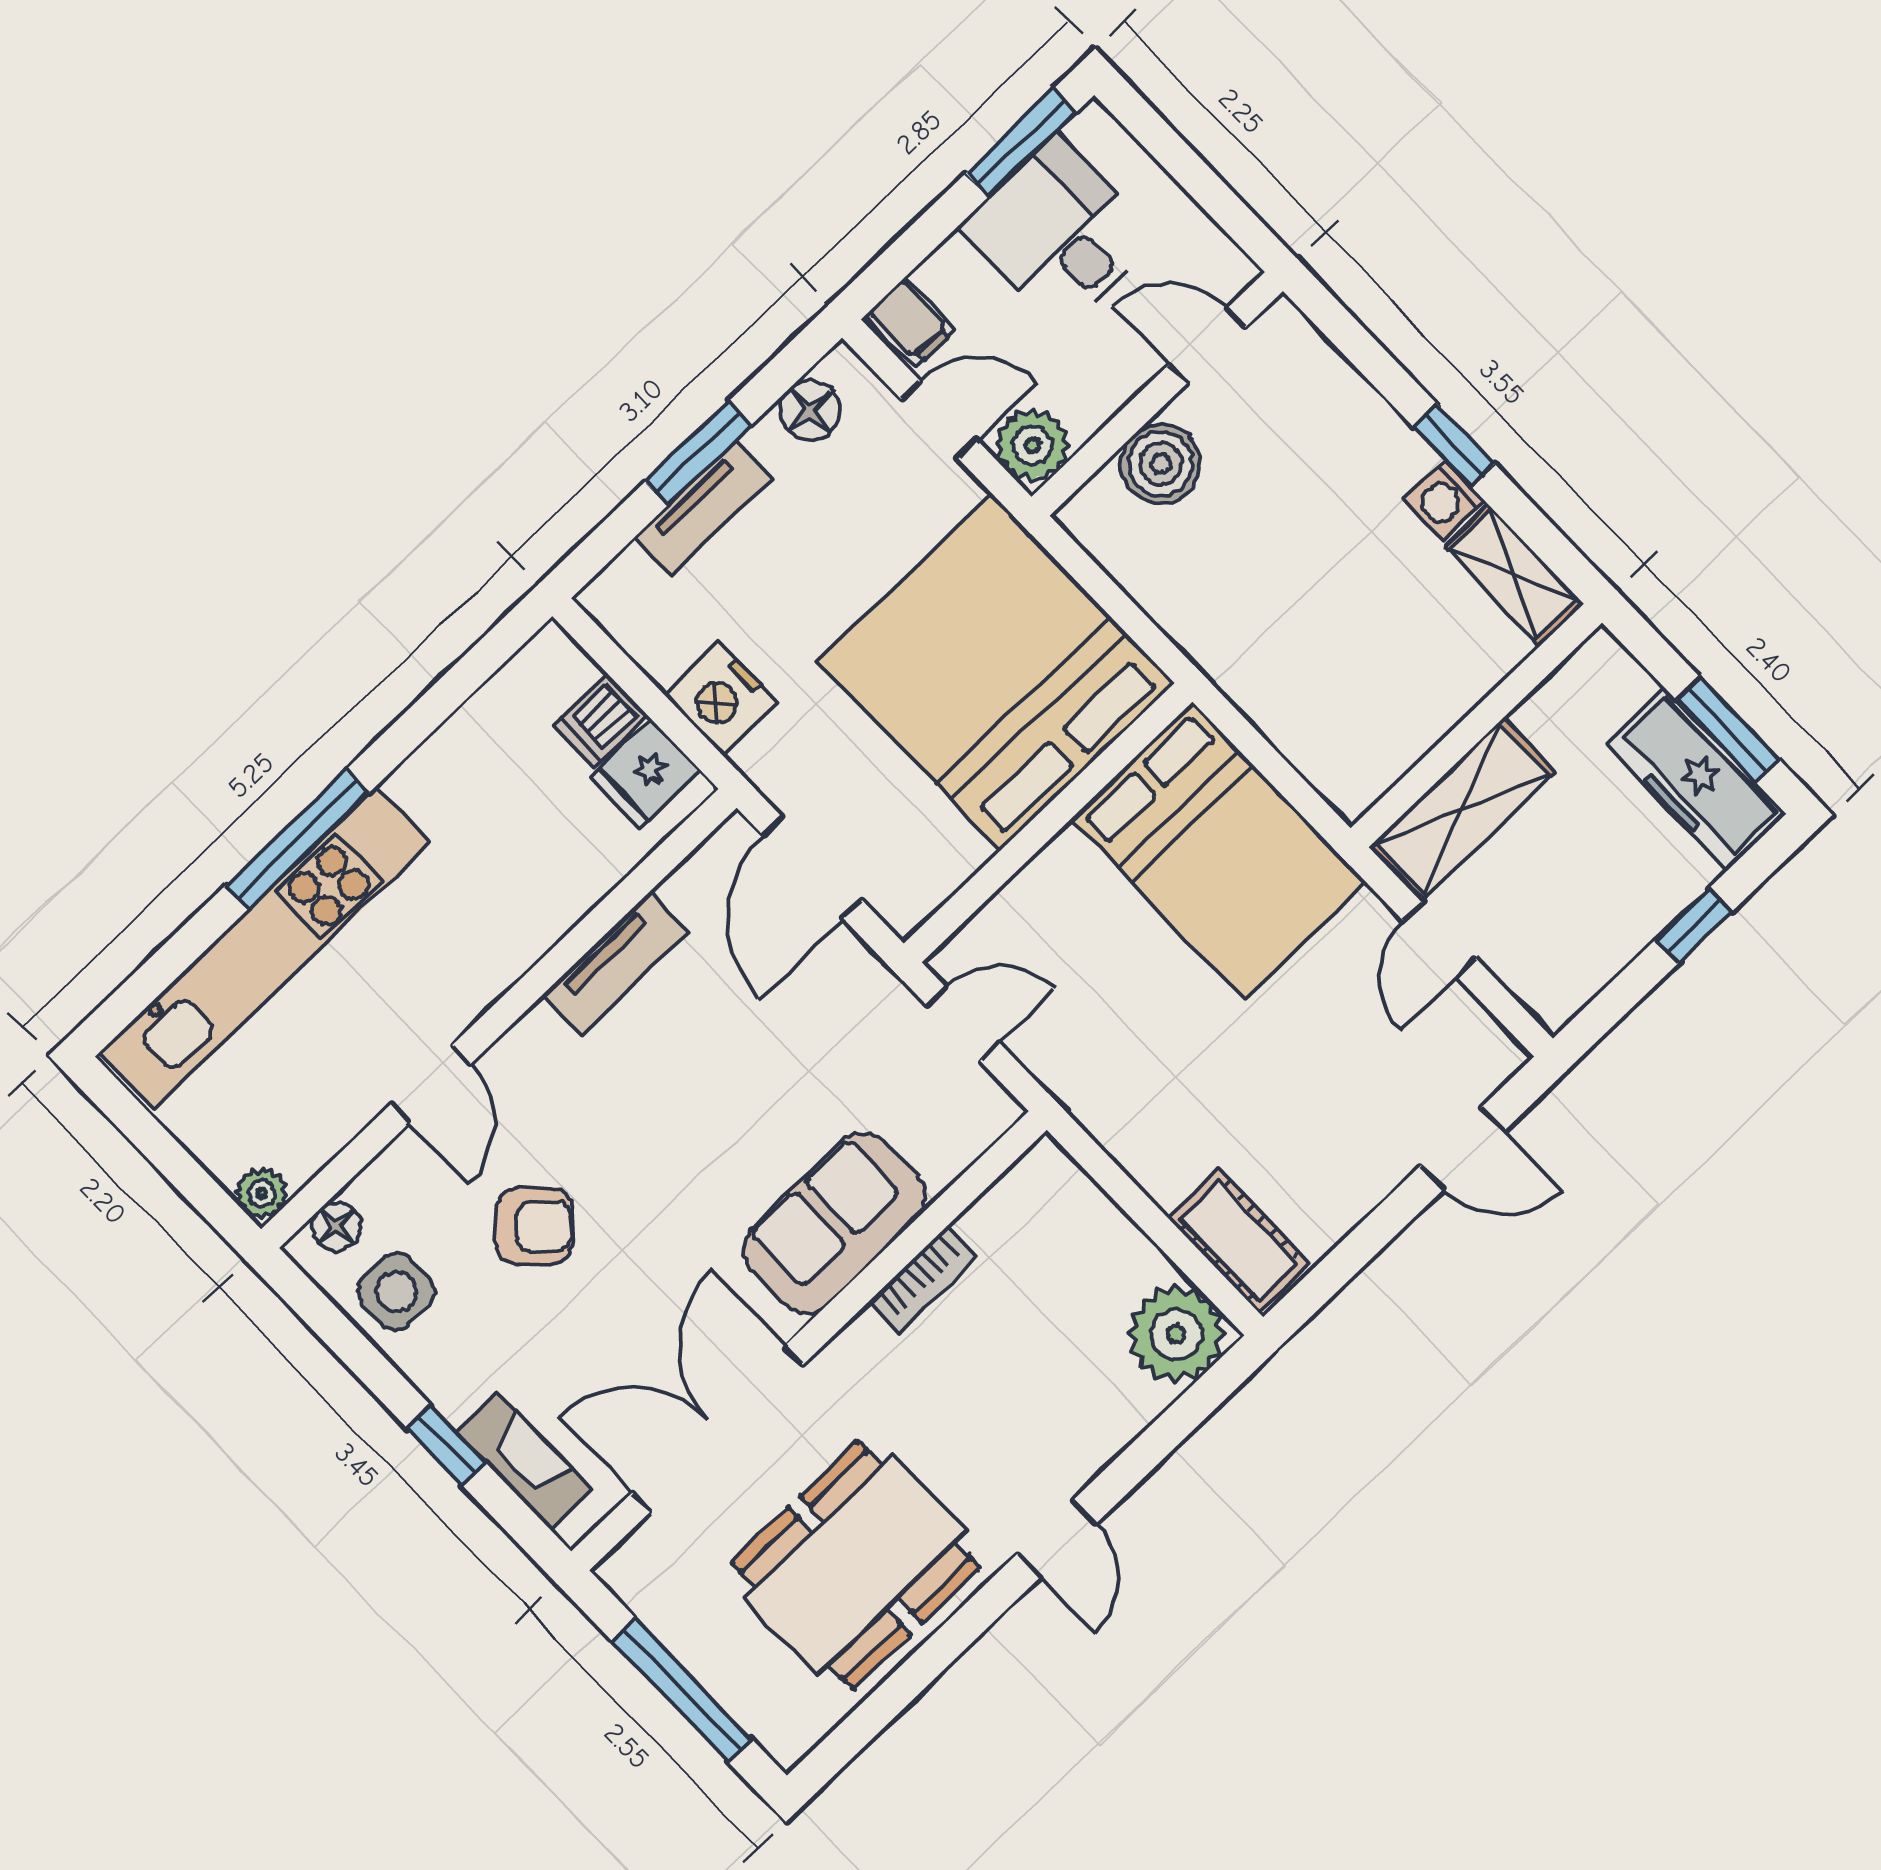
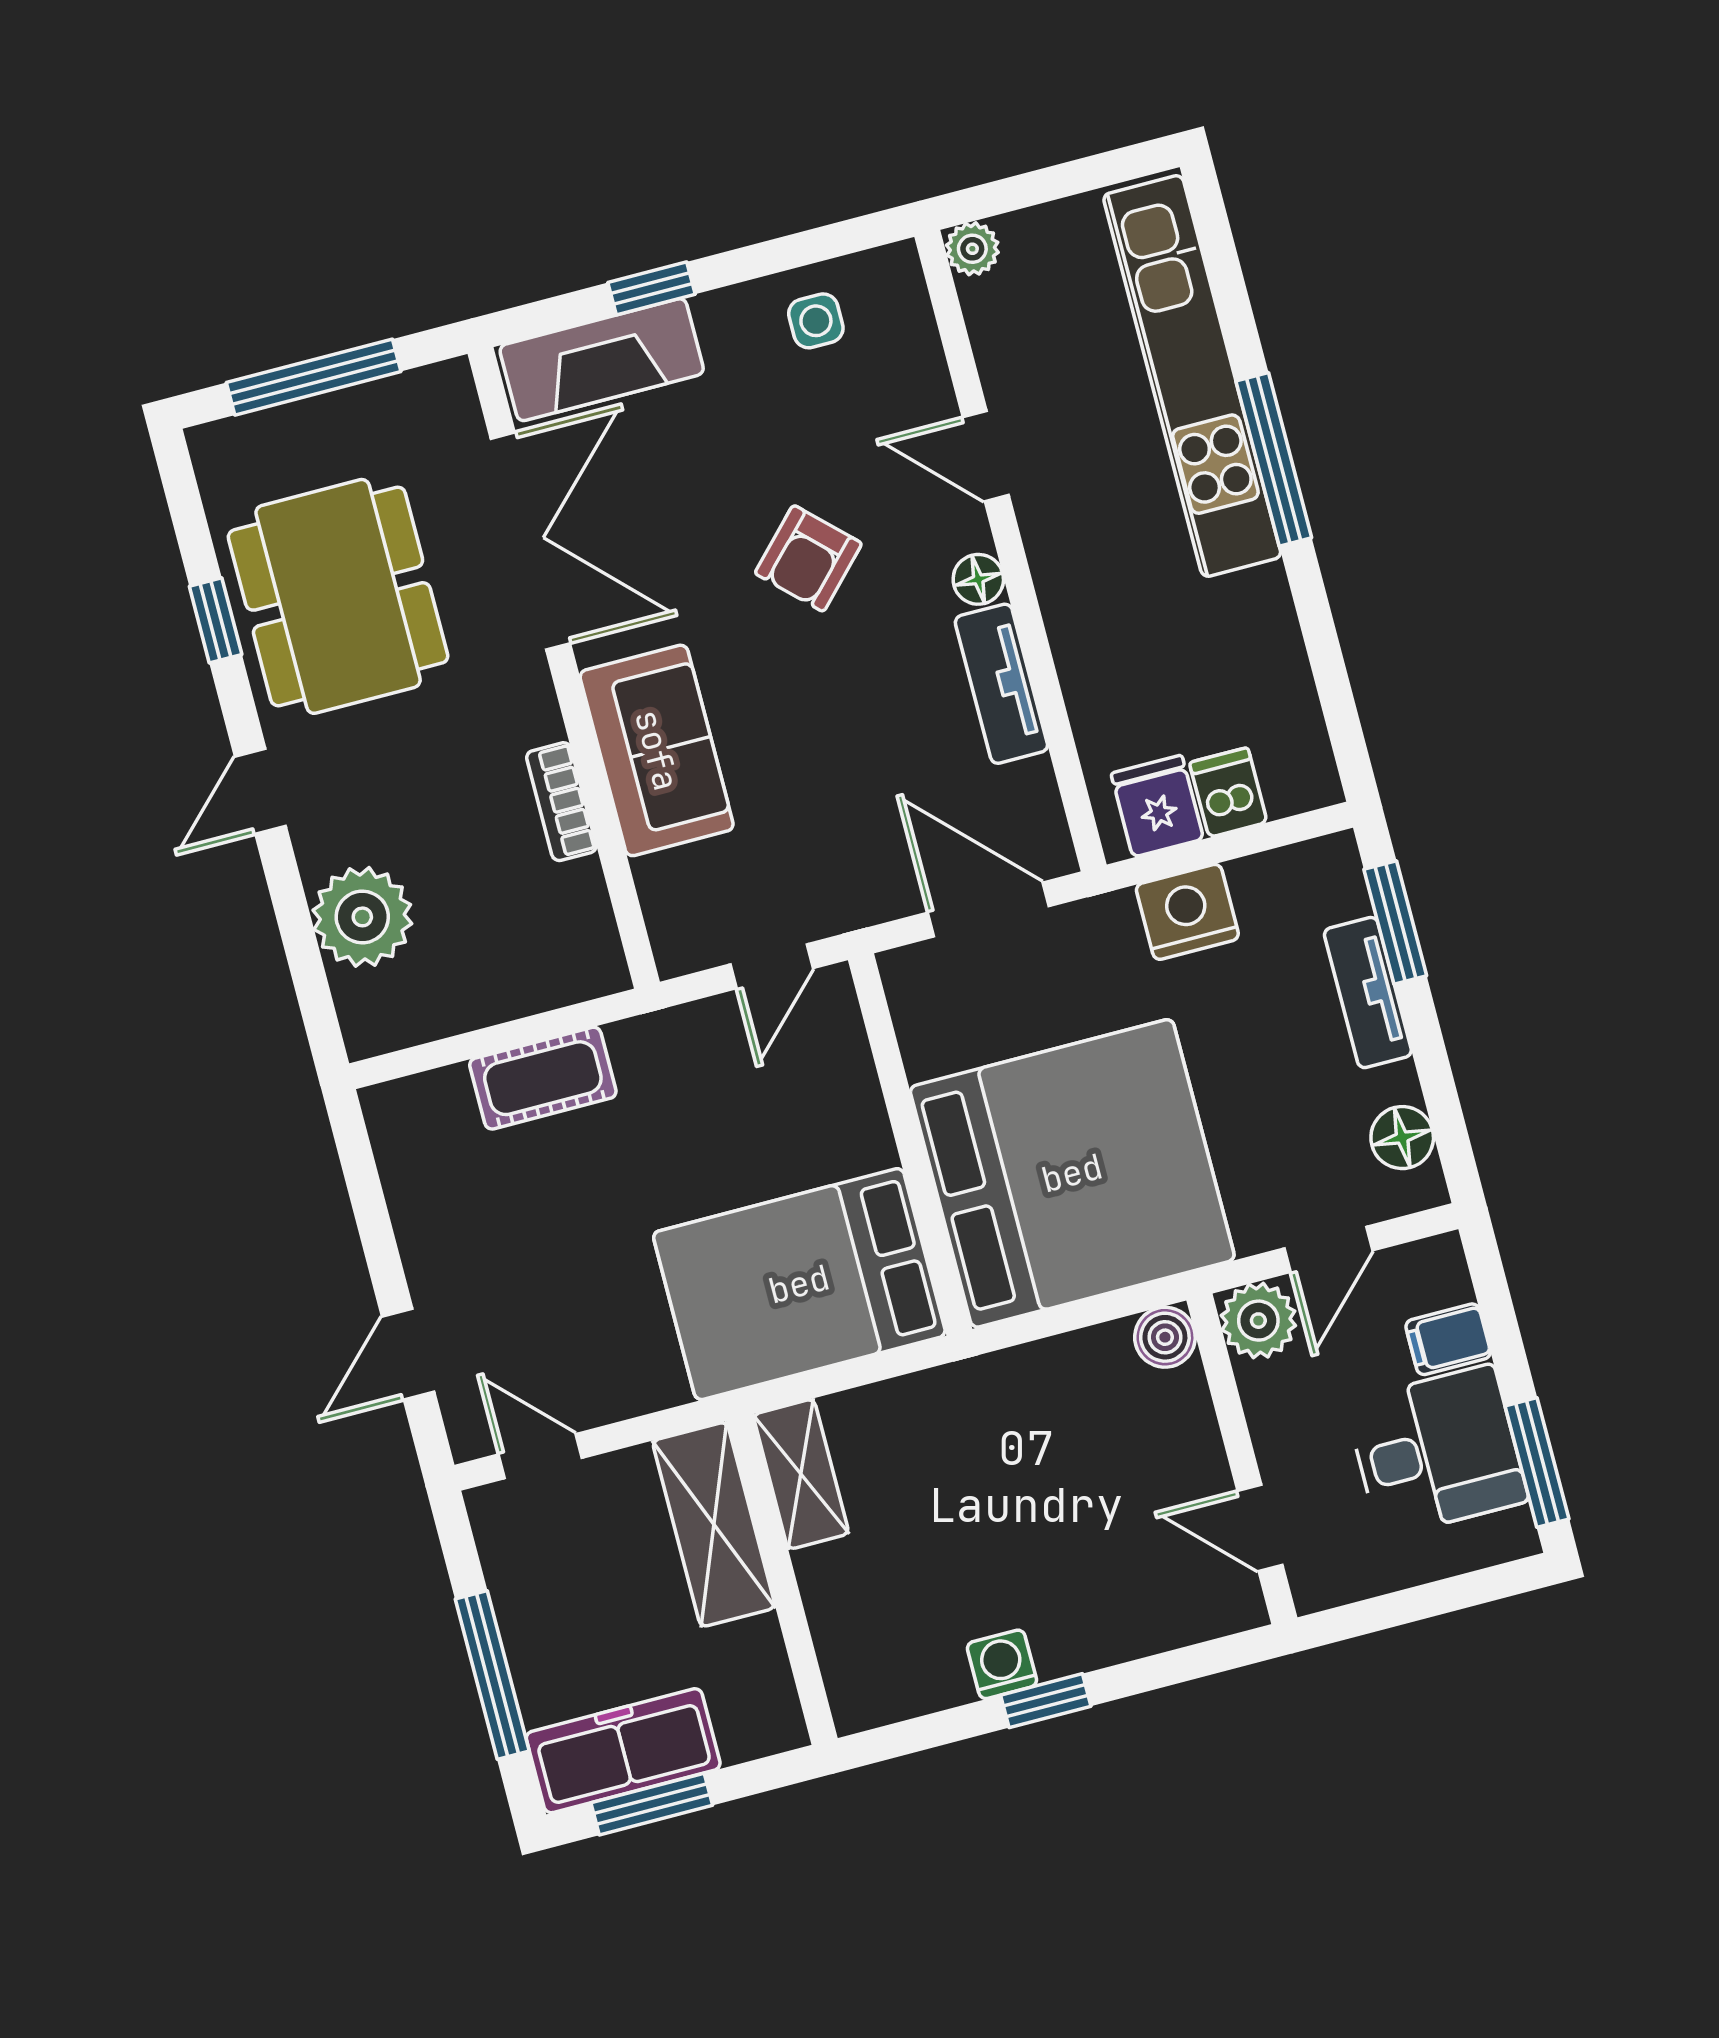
filing cabinet: (911, 322) -> (1448, 1339), moved
door: (1207, 346) -> (1260, 1528), swing flipped
window: (698, 454) -> (1395, 923), moved
boiler: (1161, 464) -> (1165, 1337), moved, width x0.73, depth x0.73
shelving: (1513, 574) -> (801, 1474), moved, turned 90
window: (1694, 925) -> (492, 1675), width x2.17
door: (1439, 940) -> (540, 1456), moved
armchair: (535, 1226) -> (808, 558), moved
floor lamp: (336, 1227) -> (978, 579), moved
cot: (1239, 1241) -> (543, 1078), moved
side table: (397, 1291) -> (816, 321), width x0.73, depth x0.73
plant: (1176, 1334) -> (362, 917), moved
fireplace: (524, 1461) -> (602, 360), width x1.37, depth x1.32
door: (1057, 1539) -> (260, 791), hinge flipped
window: (933, 1657) -> (216, 620), added

